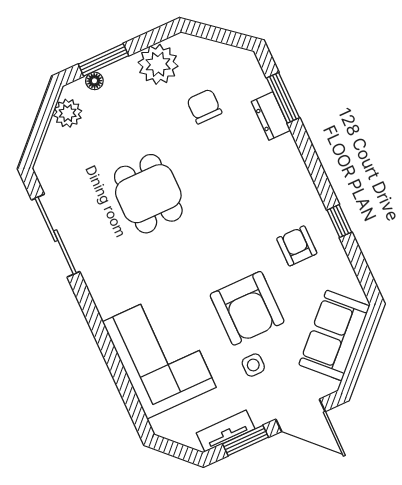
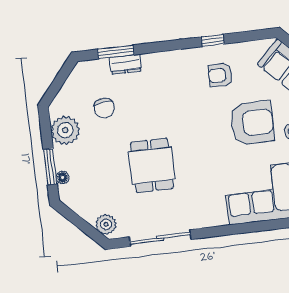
chair: (204, 106) -> (104, 108), turned -98
plant: (68, 113) -> (106, 224), moved
dining table: (148, 194) -> (152, 165), turned 90

